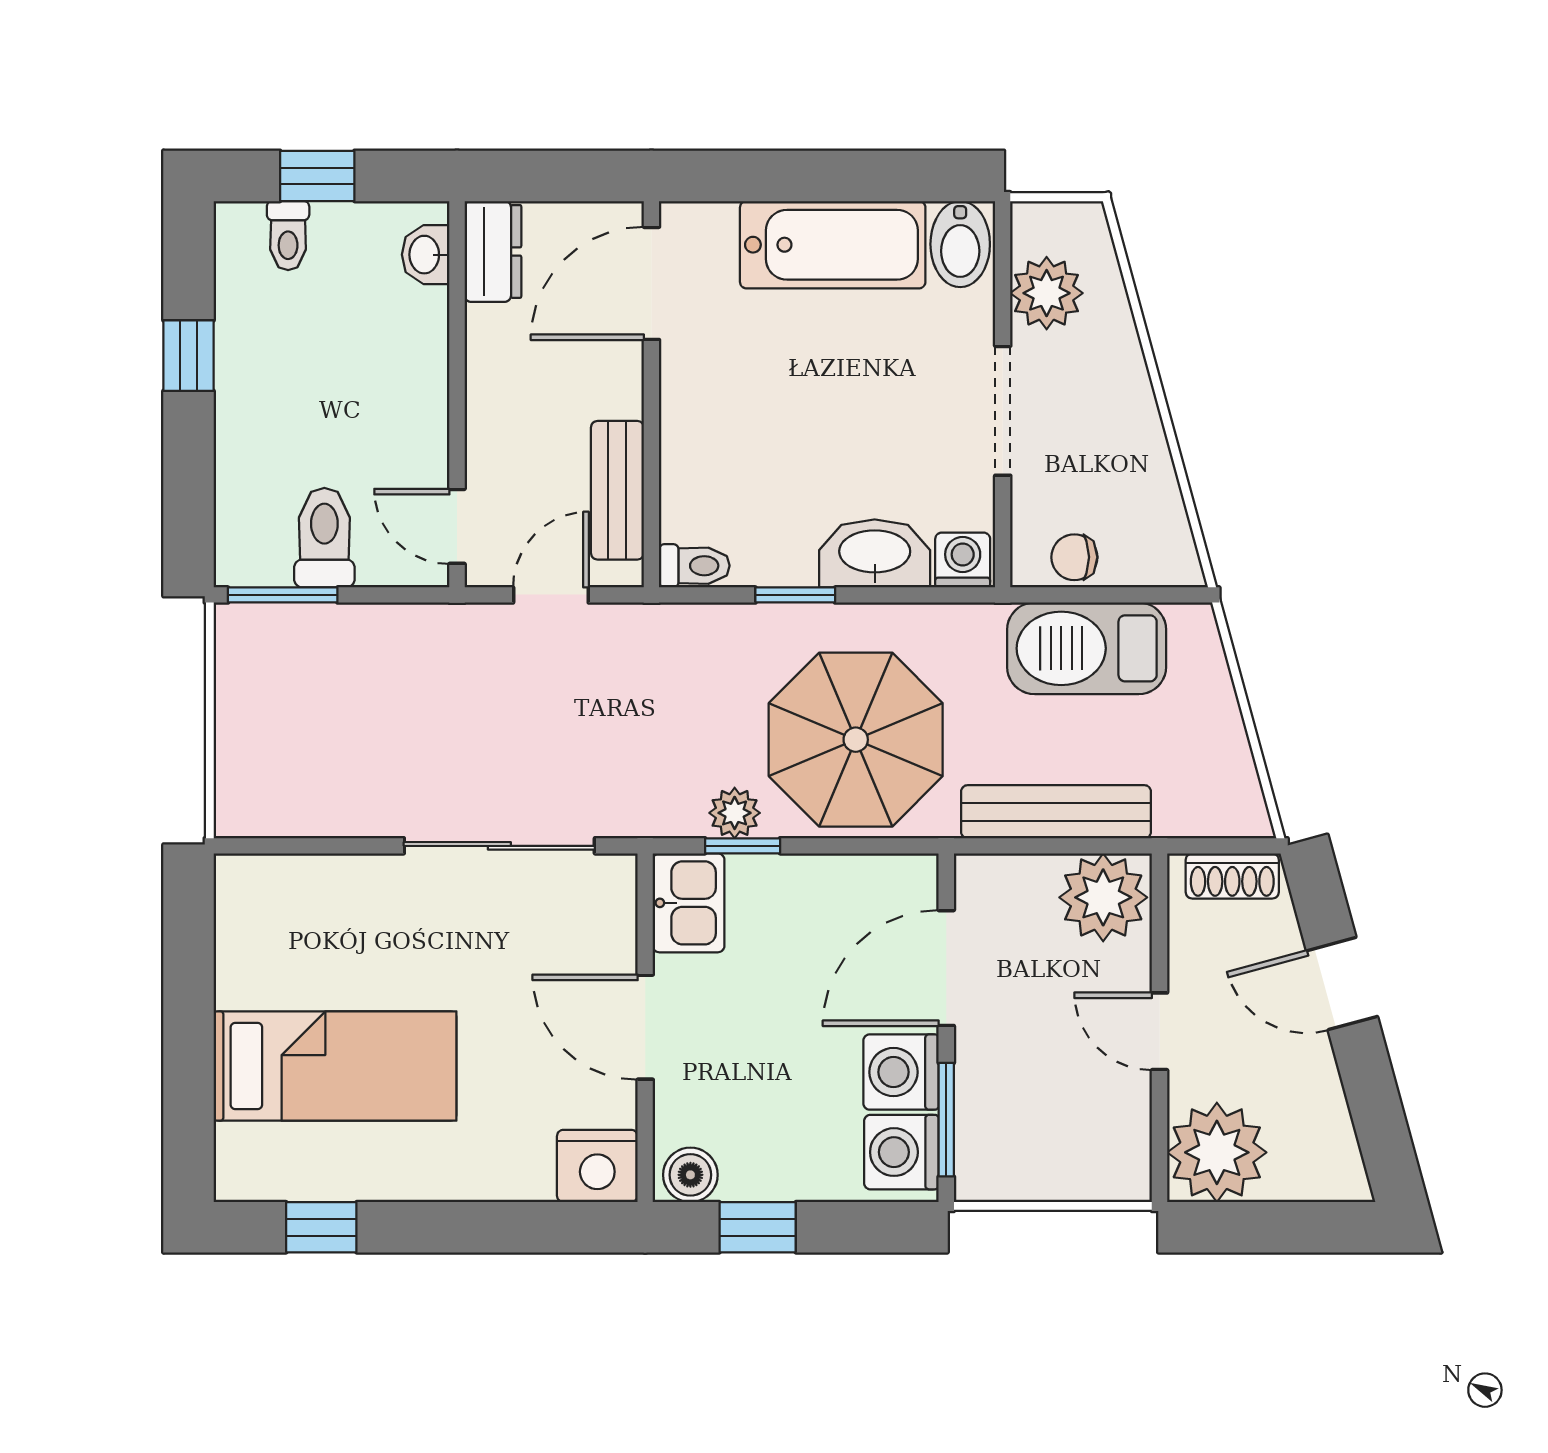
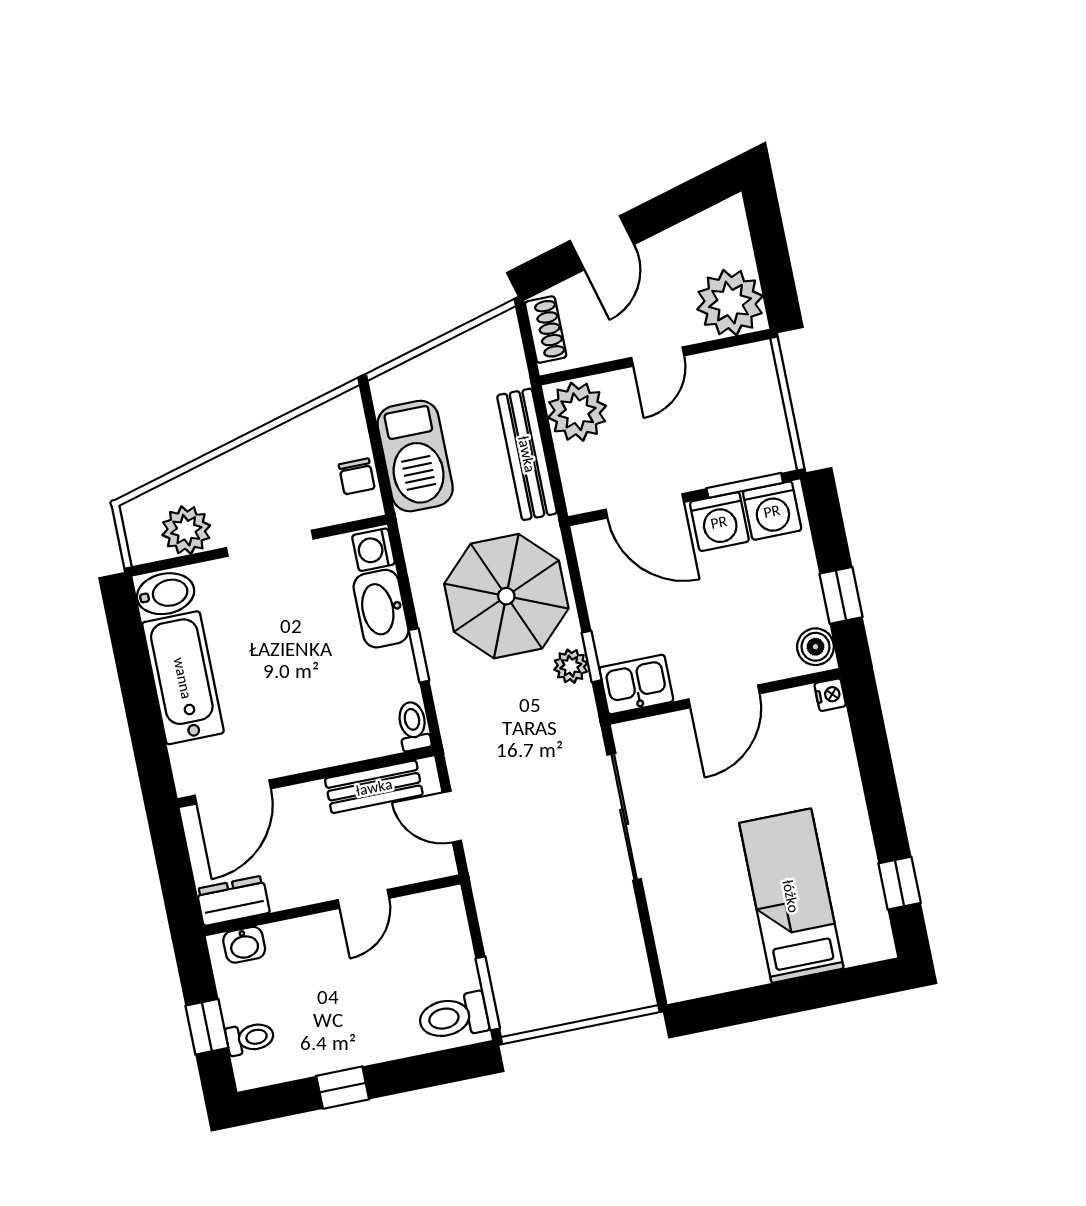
door: (651, 283) -> (233, 792), hinge flipped
door: (457, 526) -> (364, 899), moved
toilet: (324, 538) -> (453, 1017), moved
nightstand: (597, 1166) -> (830, 695), width x0.53, depth x0.56

